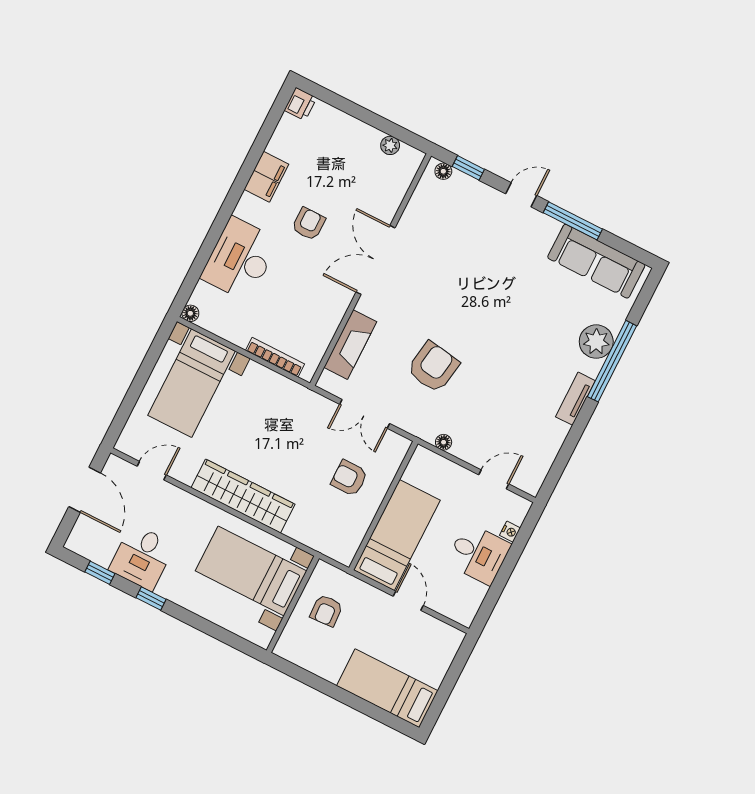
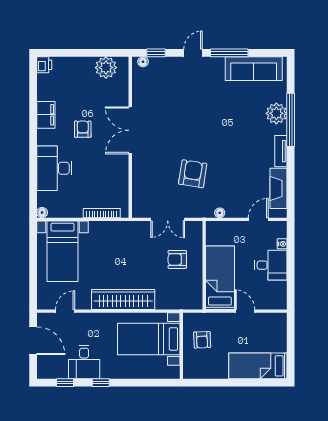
plant: (390, 145) -> (106, 68), width x1.88, depth x1.88
fireplace: (350, 345) -> (279, 188), moved, turned 180

